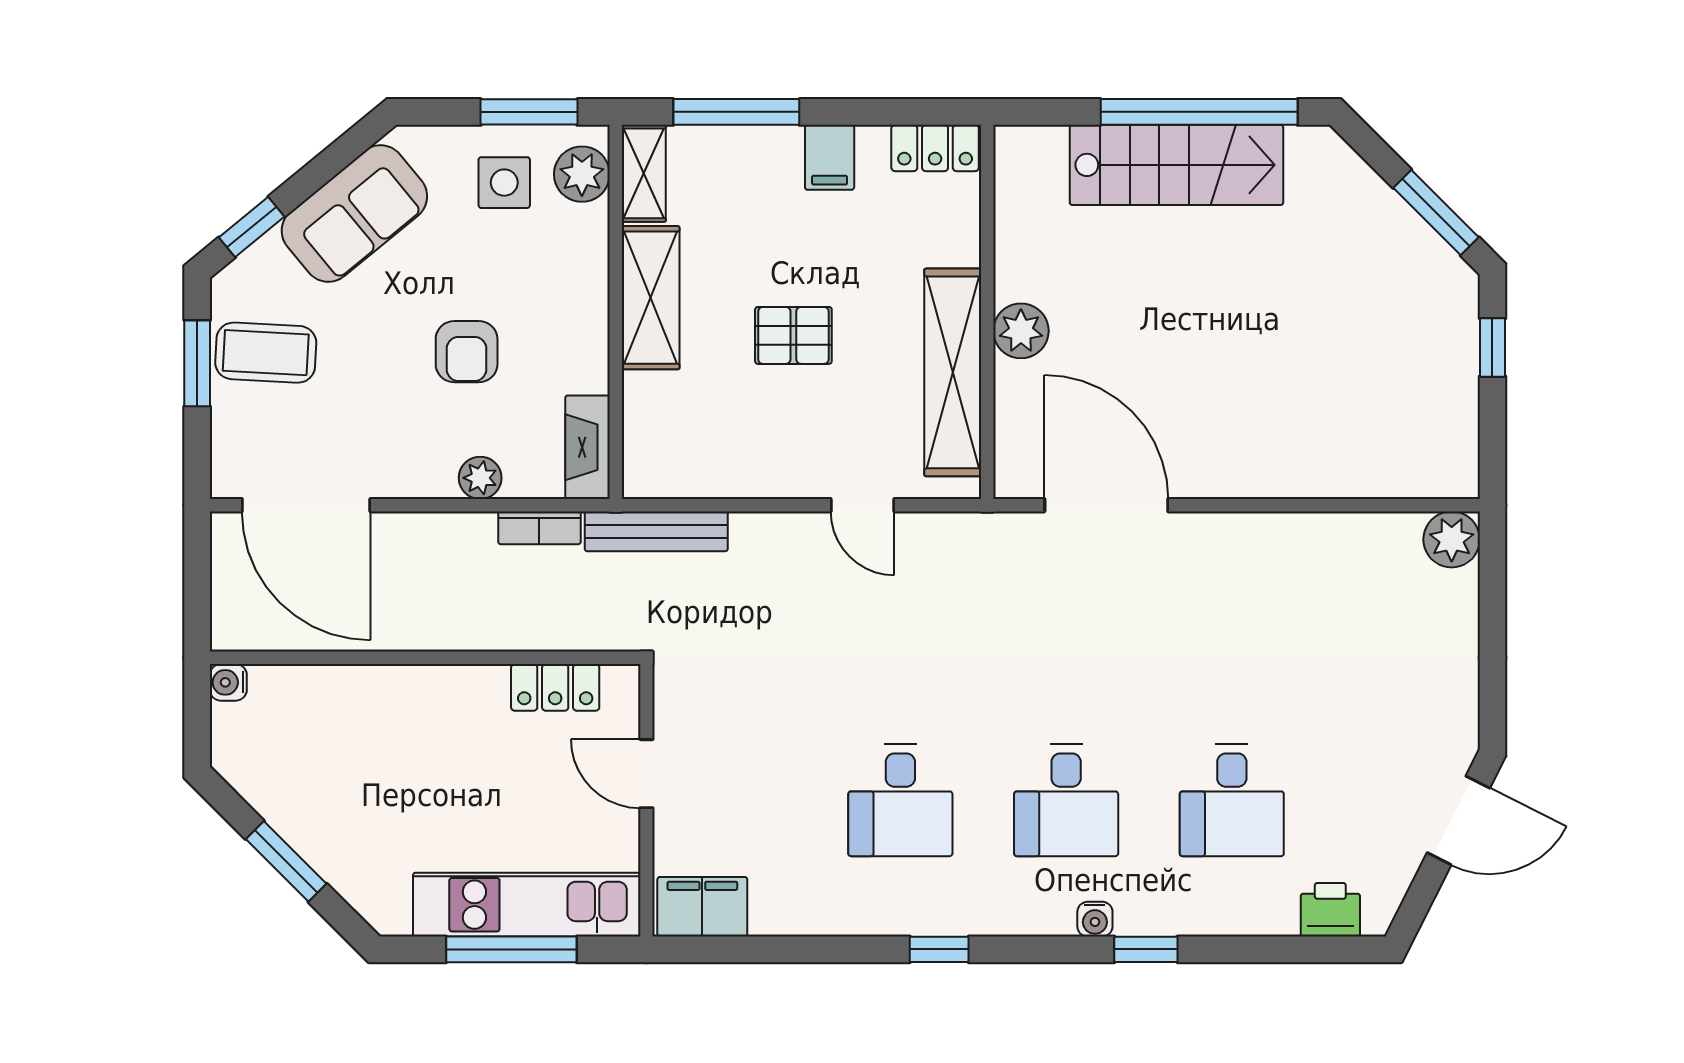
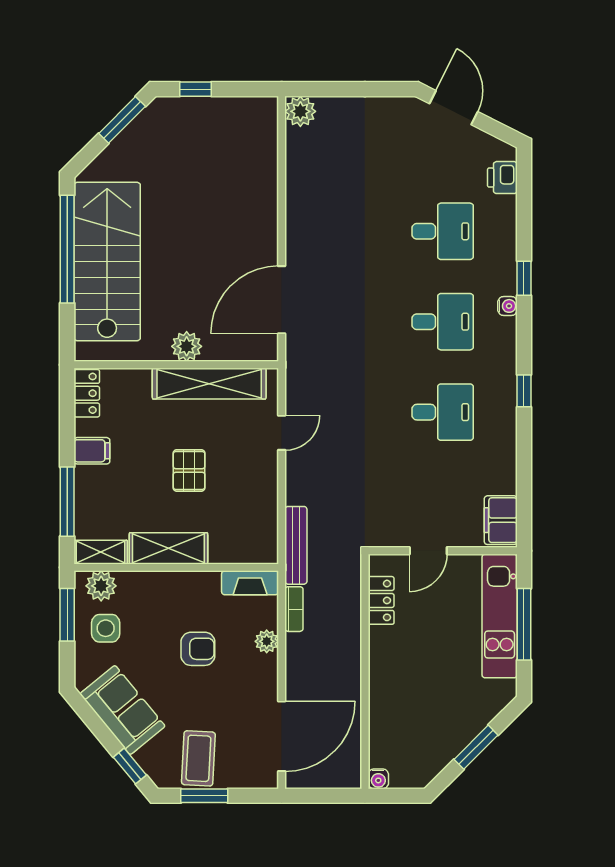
stairs: (1176, 165) -> (107, 262), width x1.36, depth x1.51

